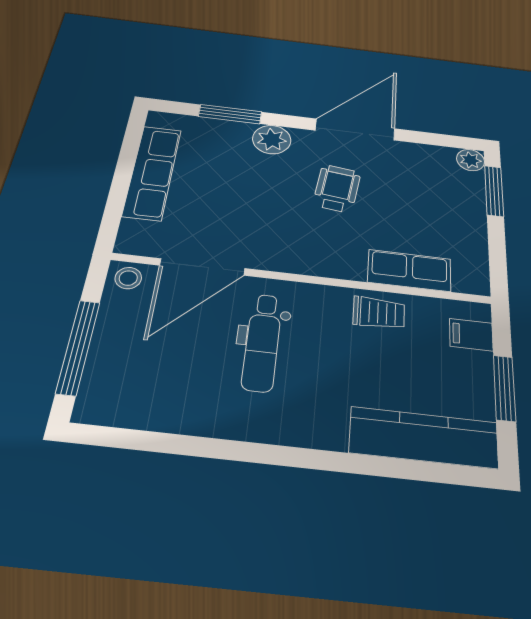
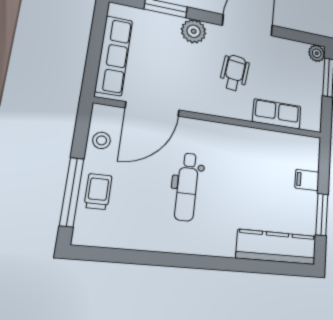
door: (202, 267) -> (152, 109), moved
row of seats: (409, 270) -> (277, 114), moved
wall: (302, 279) -> (214, 119), moved
trolley: (379, 313) -> (98, 192), moved, turned -90

